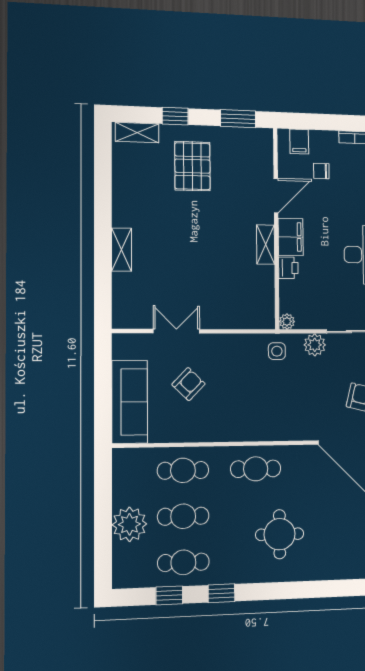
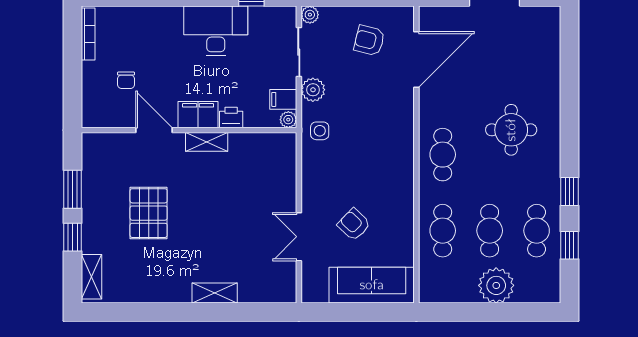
window: (238, 119) -> (73, 189), moved
filing cabinet: (299, 142) -> (283, 99), moved, turned 180
pallet: (192, 166) -> (149, 213), moved, turned 90

